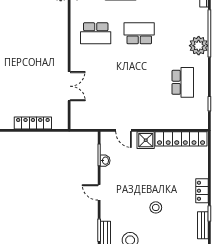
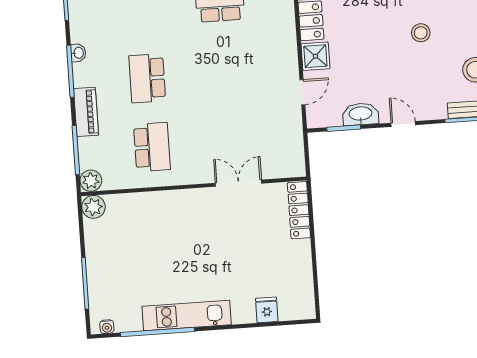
locker: (33, 123) -> (299, 210), moved
washbasin: (105, 161) -> (361, 114), width x1.91, depth x1.45
door: (99, 192) -> (403, 124), swing flipped

